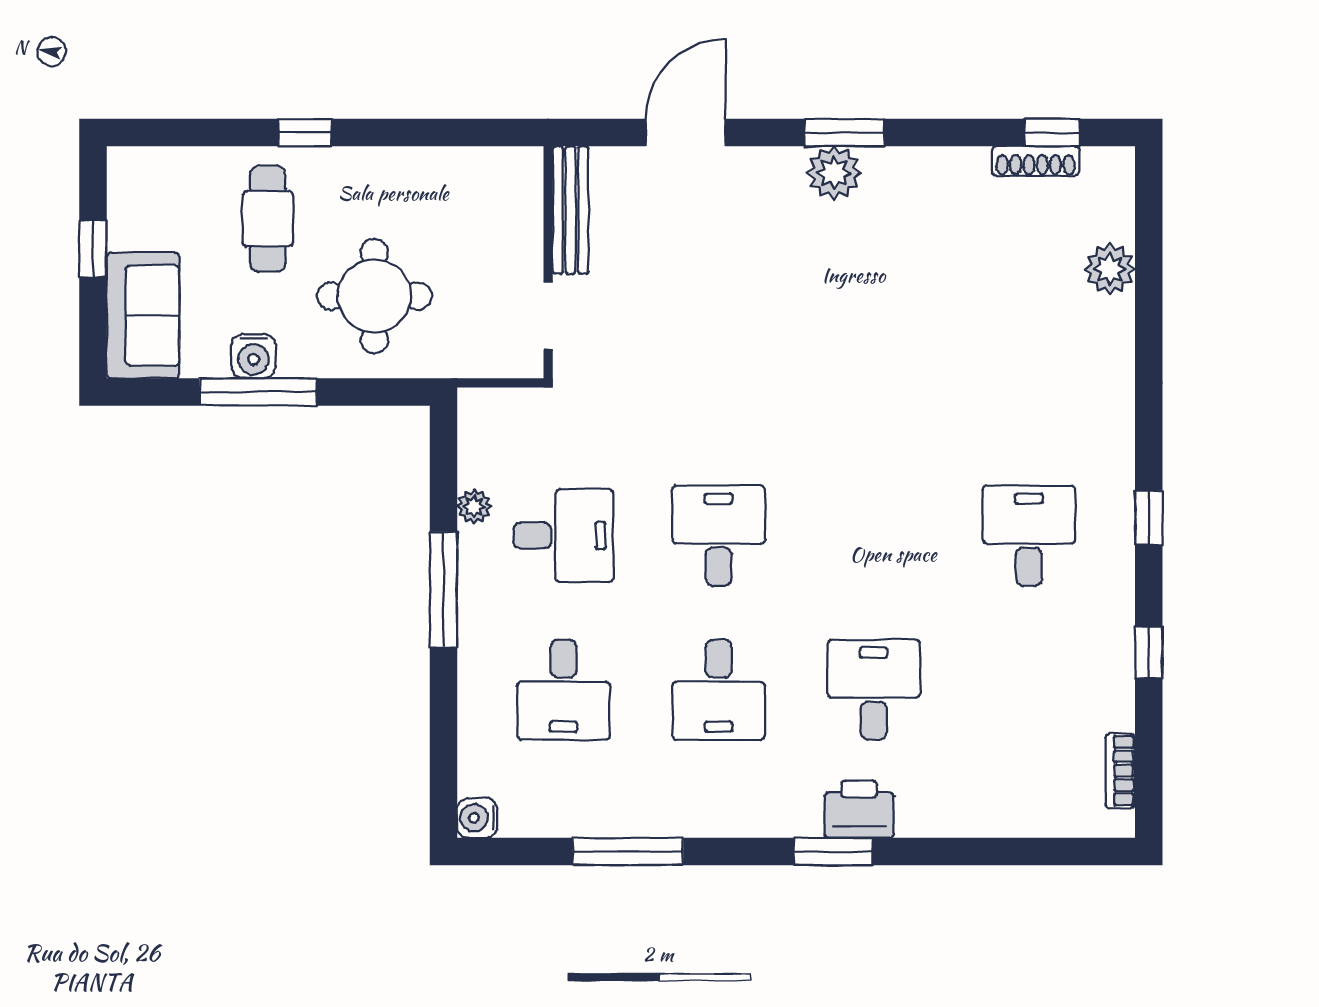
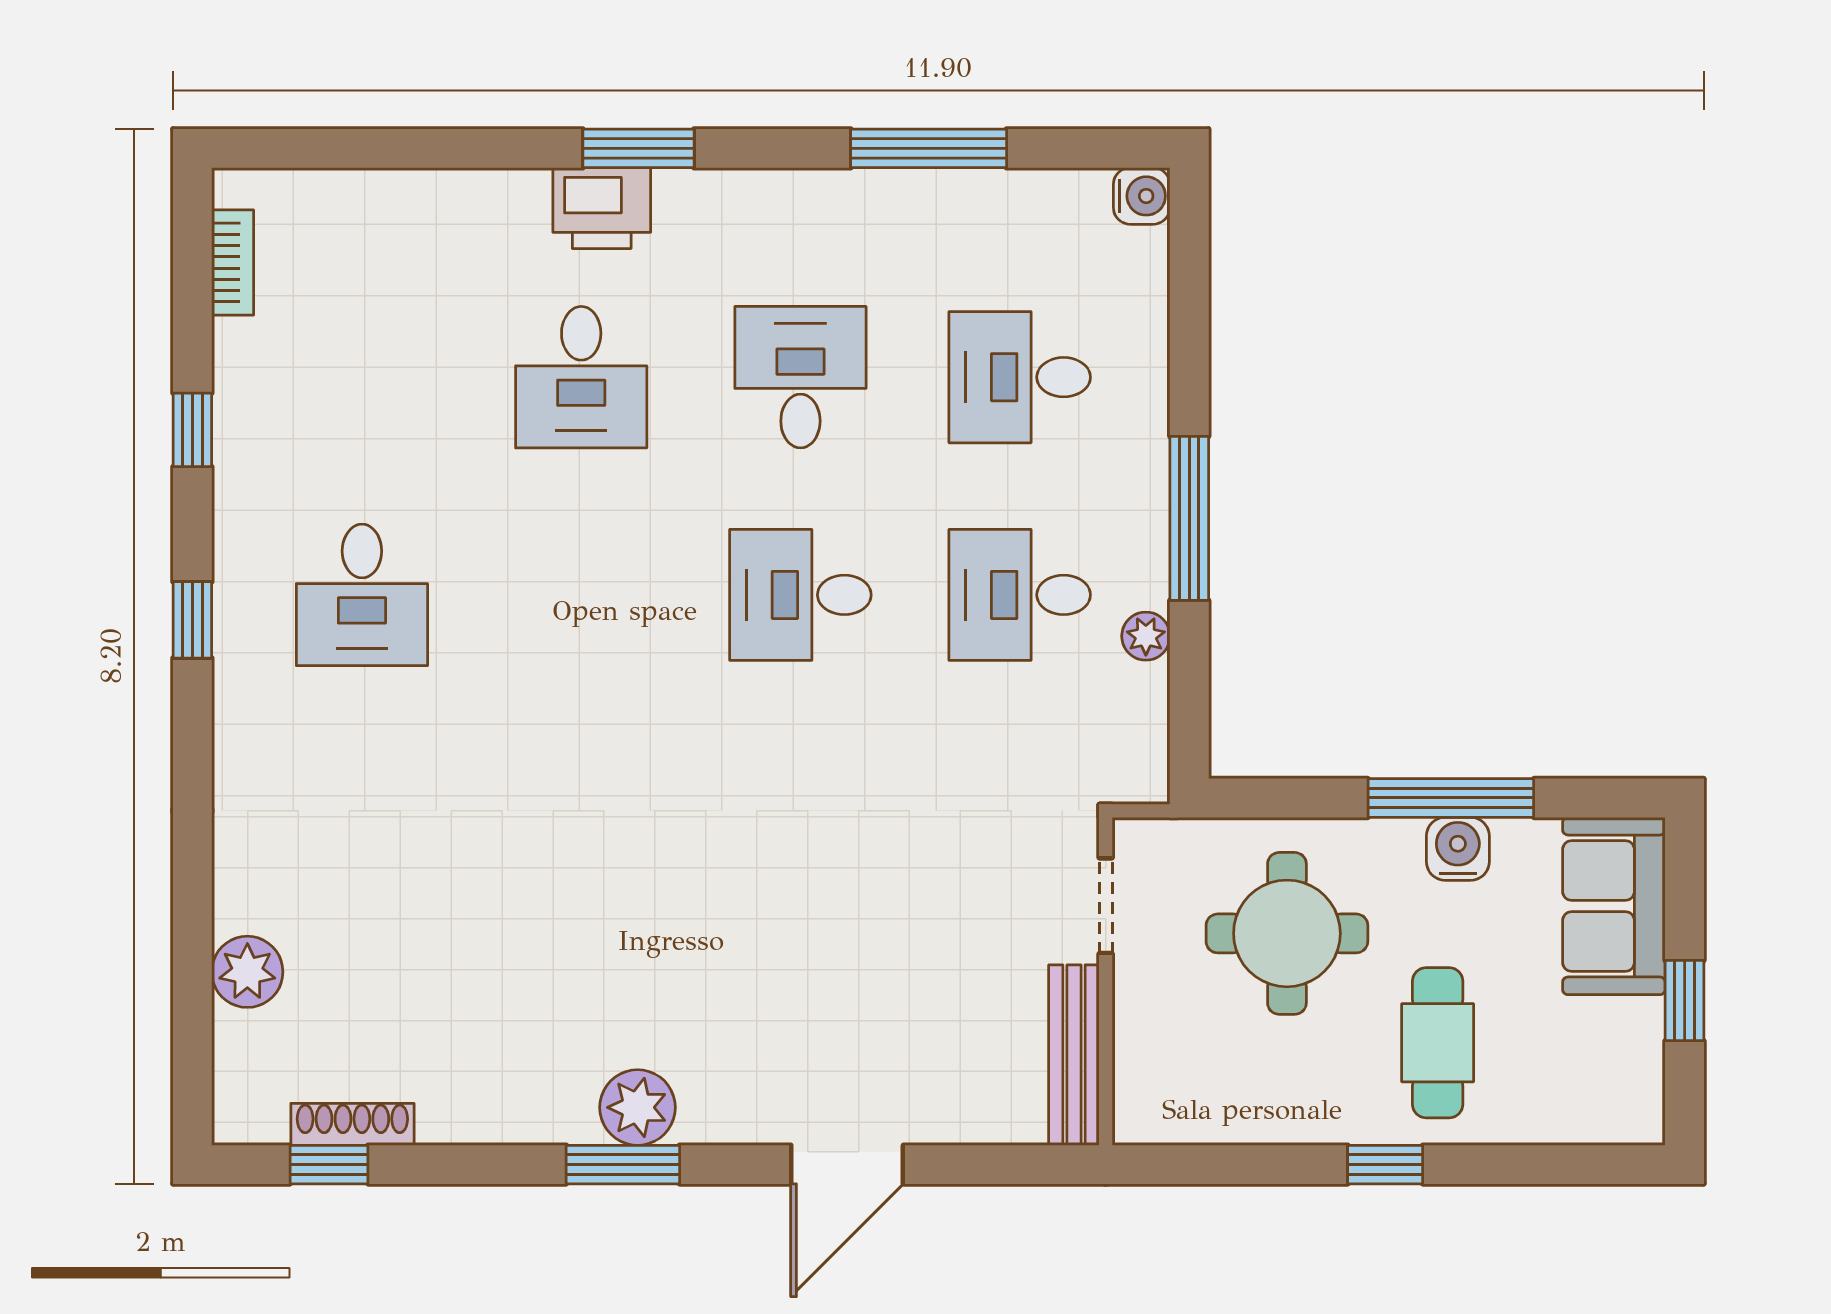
bench: (571, 210) -> (1074, 1055), moved
wall: (548, 262) -> (1106, 981), moved
doorway: (548, 316) -> (1106, 906), moved
desk: (719, 536) -> (800, 595), turned 90
desk: (563, 690) -> (1020, 377), turned -90

